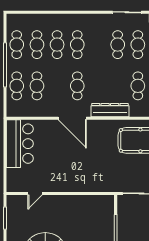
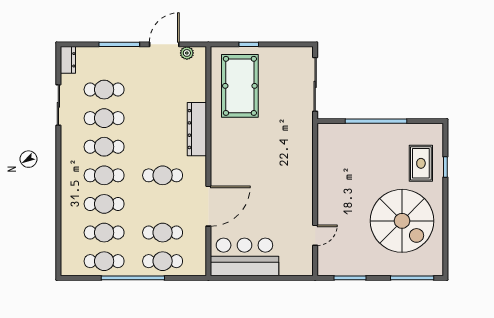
cafe table: (138, 86) -> (104, 147), moved
door: (72, 118) -> (208, 206), moved
door: (35, 194) -> (315, 235), hinge flipped

